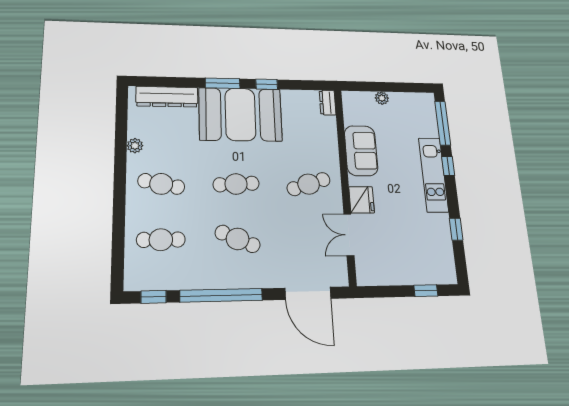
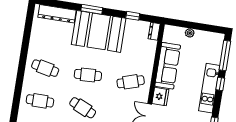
window: (267, 84) -> (133, 16), moved
plant: (135, 146) -> (34, 42), removed
sofa: (361, 151) -> (168, 66), width x1.36

